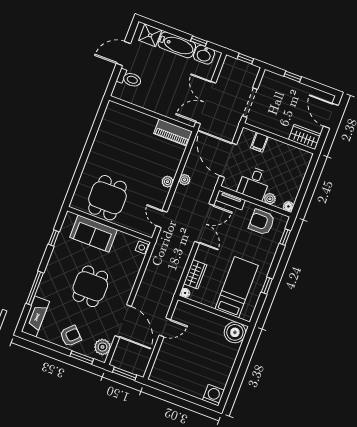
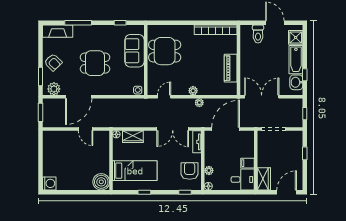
bookcase: (105, 127) -> (216, 30), added
piano: (173, 133) -> (231, 68), moved
filing cabinet: (259, 142) -> (247, 163), moved
desk: (254, 183) -> (243, 179), moved, turned 180

